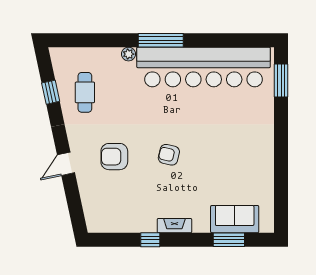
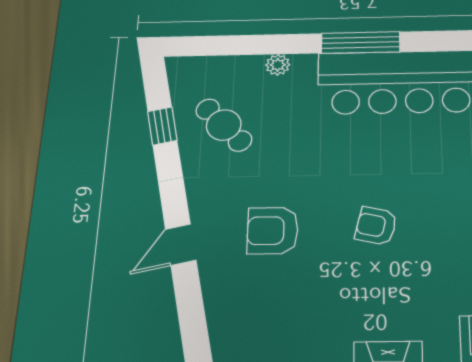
plant: (129, 54) -> (278, 65), moved
cafe table: (85, 92) -> (224, 125), turned -43

